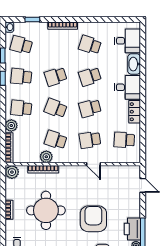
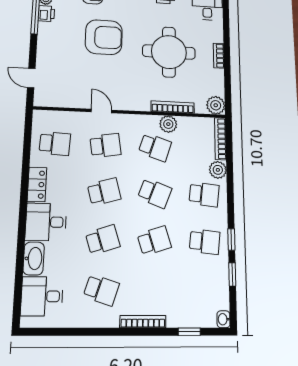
school desk: (21, 45) -> (205, 291), removed
armchair: (93, 219) -> (104, 37), turned -90
printer: (132, 229) -> (46, 14), width x0.53, depth x0.68

